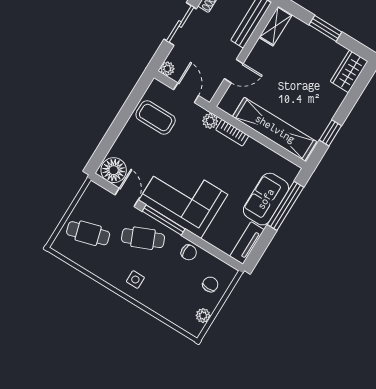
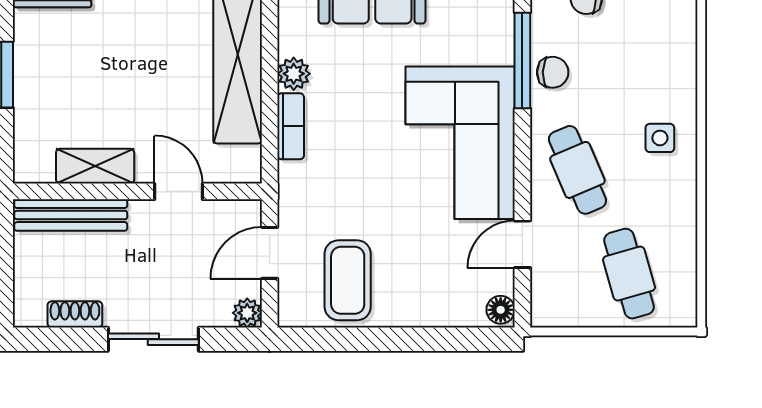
shelving: (276, 26) -> (95, 166), moved
plant: (210, 121) -> (294, 74), moved
floor lamp: (114, 170) -> (501, 310), width x0.53, depth x0.53
window: (164, 220) -> (522, 61), moved
chair: (189, 252) -> (553, 72), turned 91

